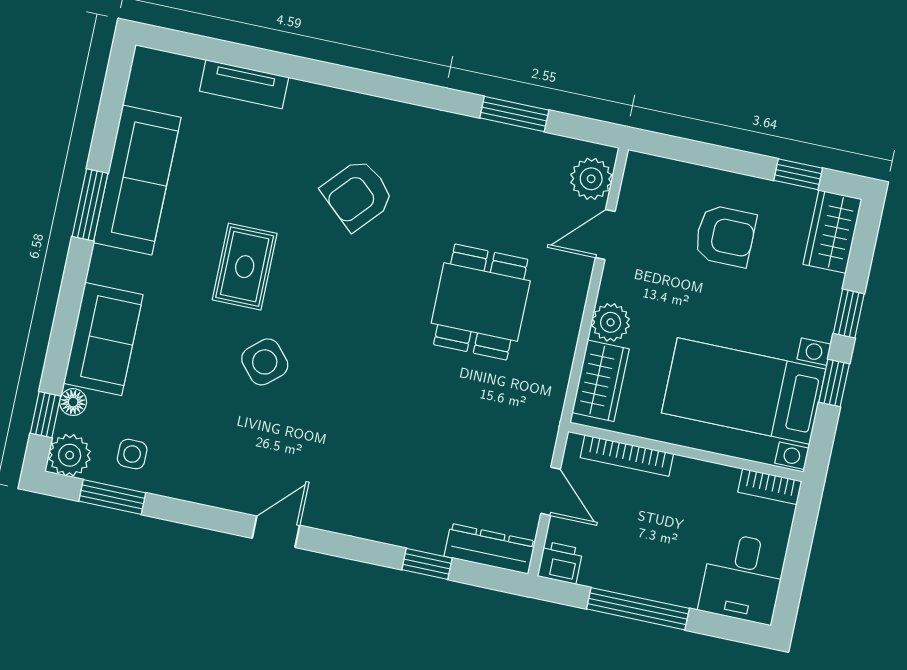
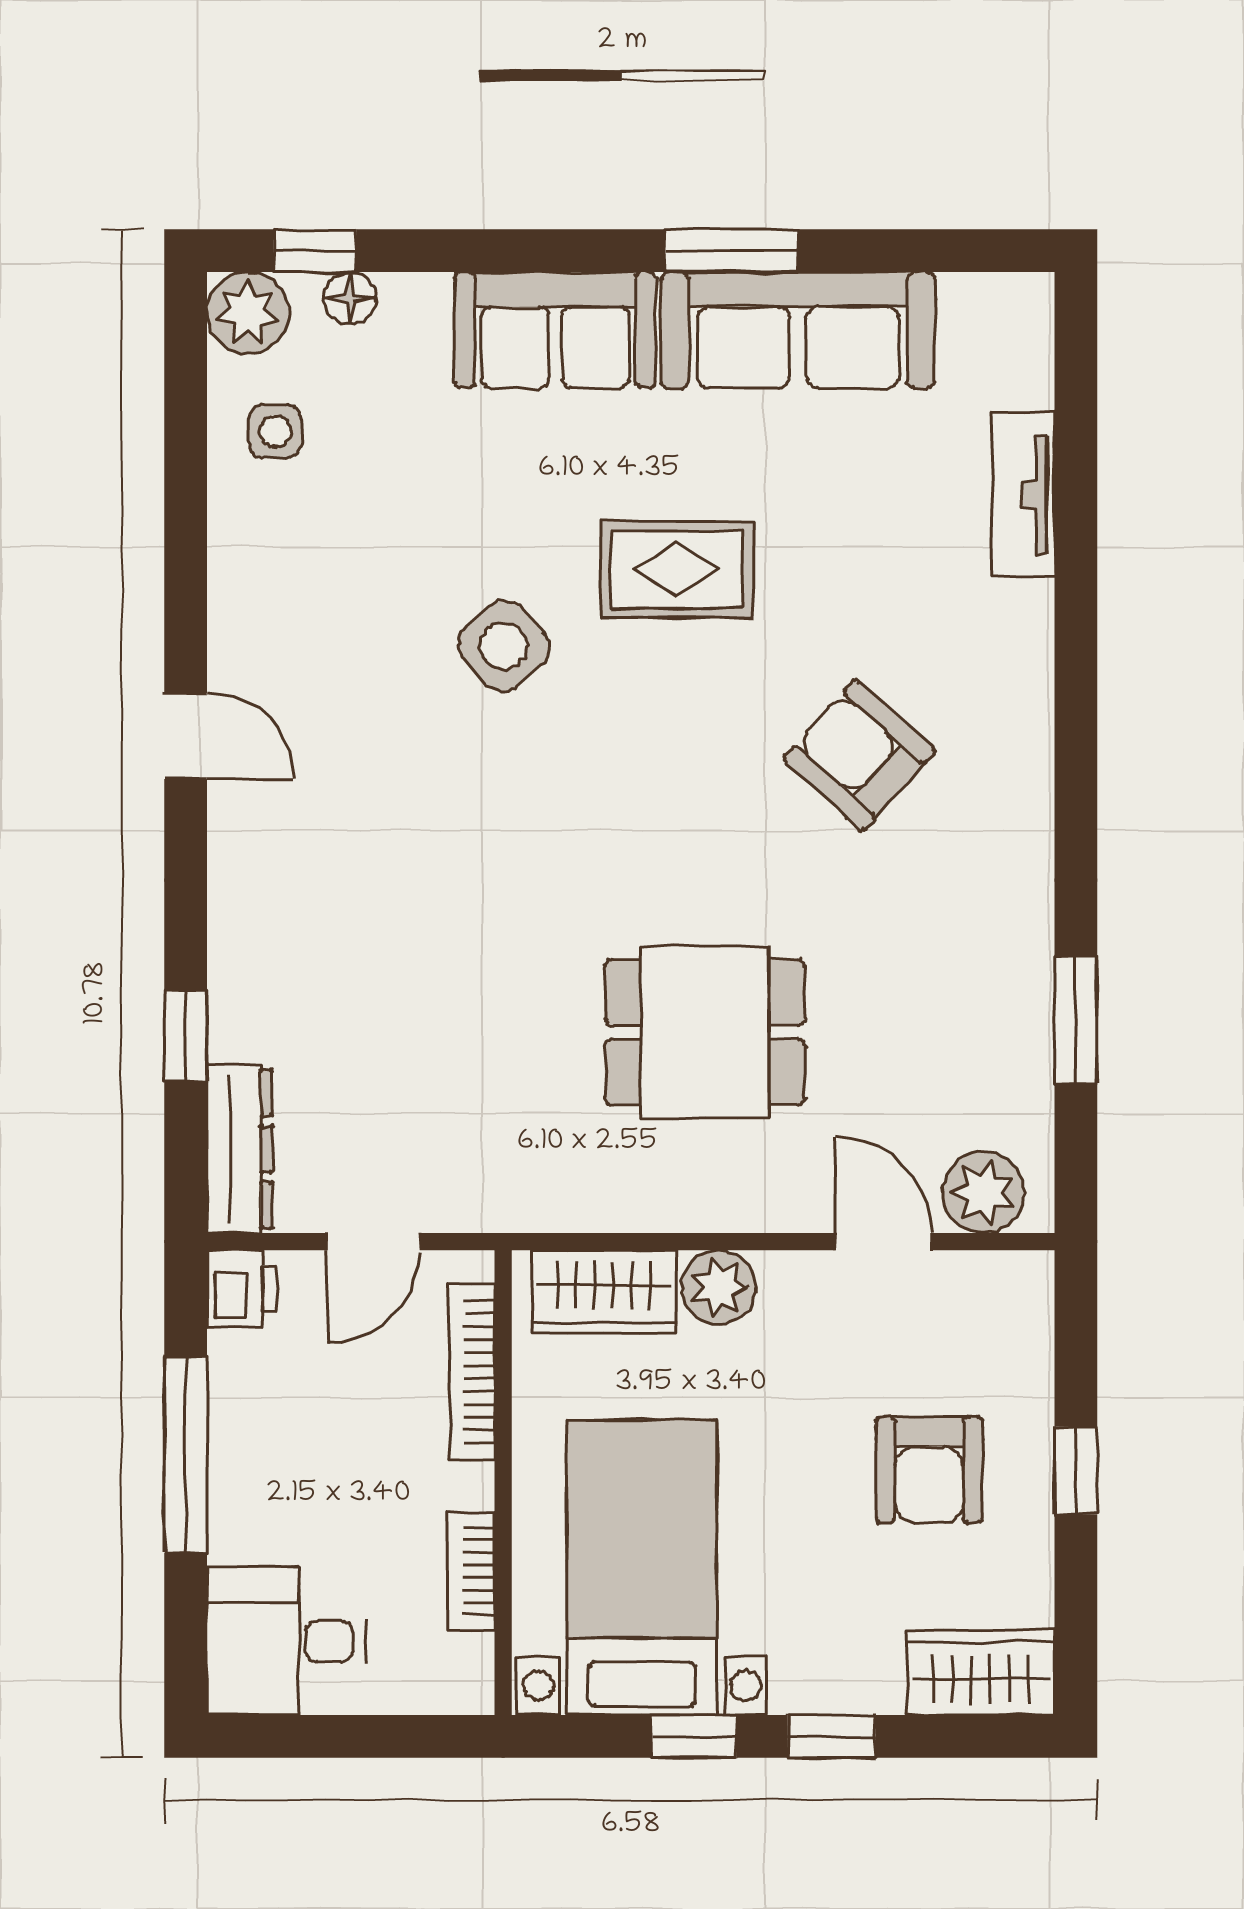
window: (798, 174) -> (1076, 1471), moved
sofa: (103, 339) -> (555, 330), moved
bookcase: (770, 487) -> (471, 1572), moved
window: (112, 497) -> (186, 411), removed

